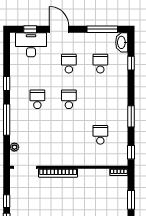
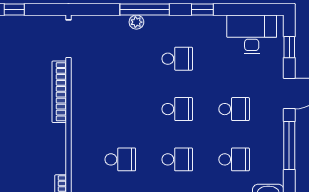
window: (102, 29) -> (289, 145), moved
desk: (31, 45) -> (252, 34), moved, turned -90
school desk: (100, 99) -> (177, 159), added
plant: (14, 147) -> (136, 22), moved

